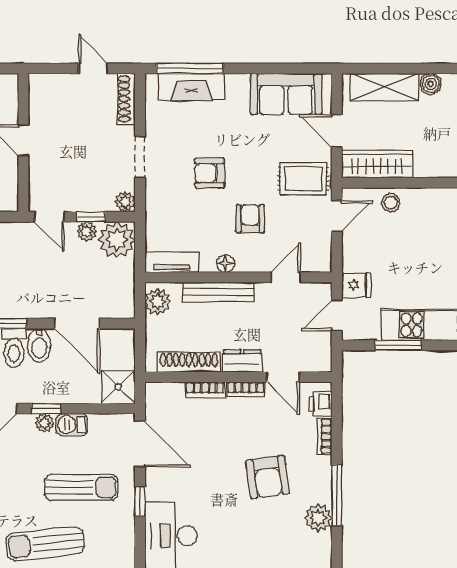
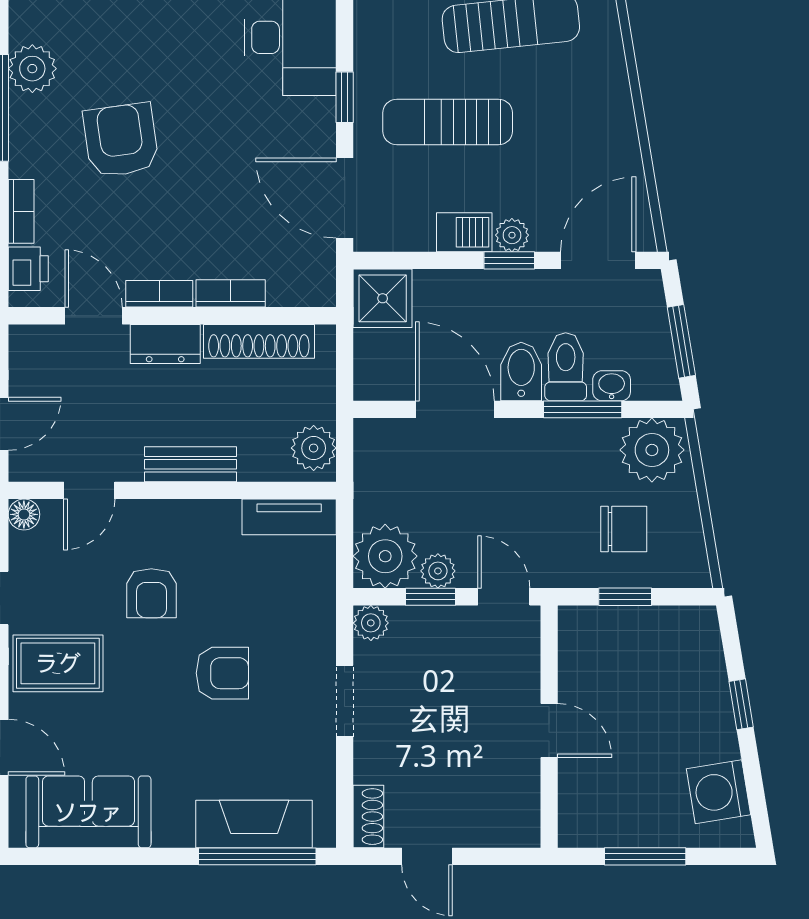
shoe rack: (126, 99) -> (368, 817), width x0.70
floor lamp: (226, 264) -> (24, 514), moved
bench: (218, 292) -> (191, 464), width x0.73

